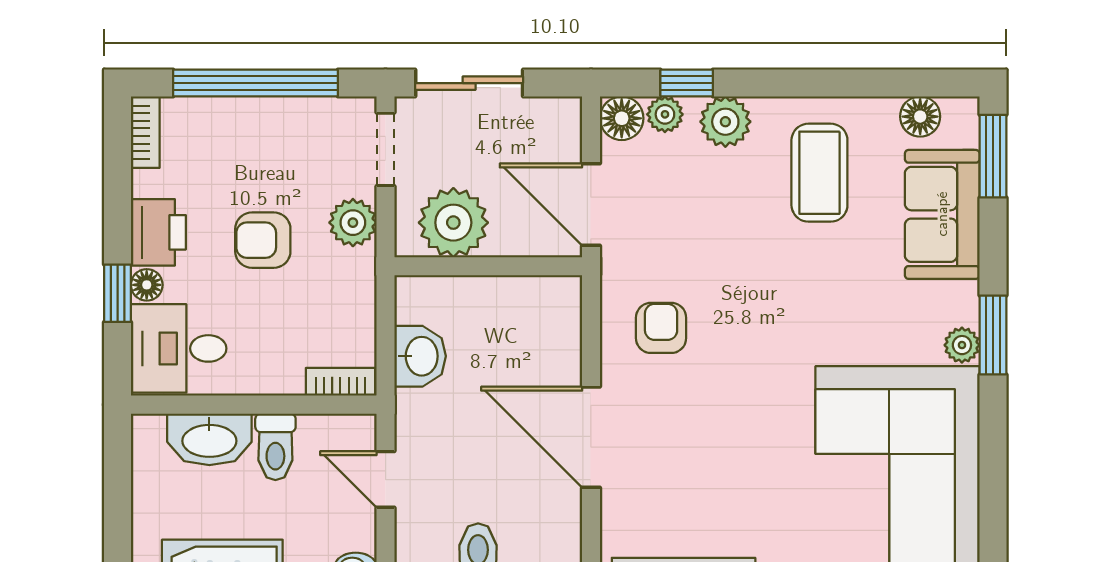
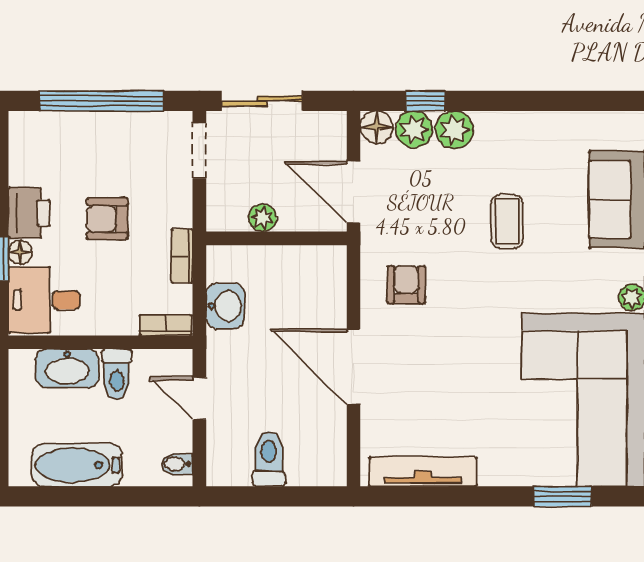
plant: (665, 114) -> (414, 129), width x1.38, depth x1.38
floor lamp: (920, 117) -> (601, 126), removed
bookcase: (145, 132) -> (182, 256), moved, turned 180
coffee table: (819, 173) -> (507, 222), moved, width x0.73, depth x0.77
plant: (353, 223) -> (175, 206), removed
plant: (453, 223) -> (262, 218), width x0.53, depth x0.53

